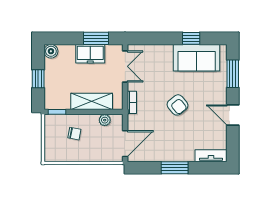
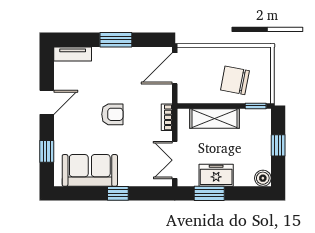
window: (191, 38) -> (118, 193), moved
window: (233, 74) -> (47, 151), width x0.67
armchair: (178, 105) -> (112, 114), turned 129
door: (233, 115) -> (47, 102), hinge flipped
plant: (105, 120) -> (199, 96), removed
chair: (74, 134) -> (235, 80), width x1.87, depth x1.87

